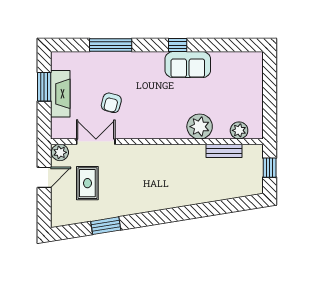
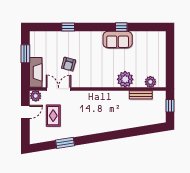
window: (111, 45) -> (68, 27), width x0.46
window: (178, 45) -> (121, 27), moved
fireplace: (60, 94) -> (36, 72), moved

